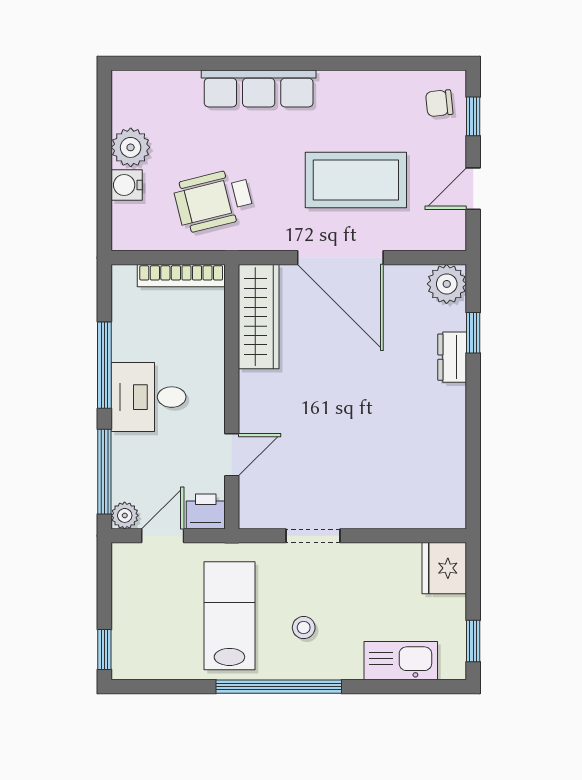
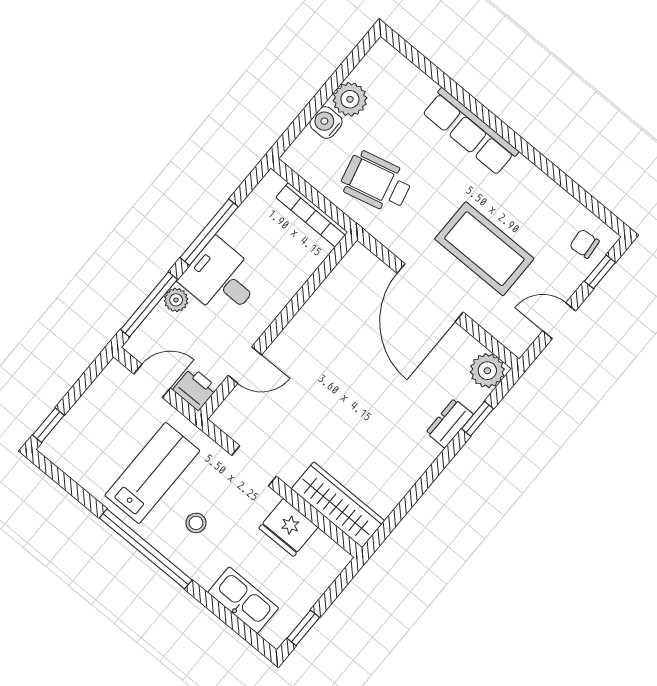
wardrobe: (259, 317) -> (338, 505), moved, turned -90
plant: (125, 515) -> (176, 300), moved
fridge: (444, 568) -> (288, 528), moved, turned -90

